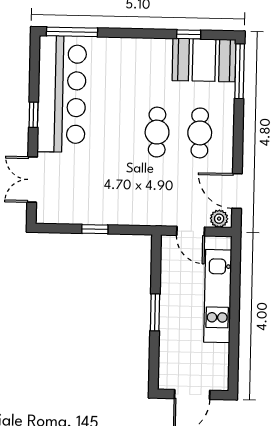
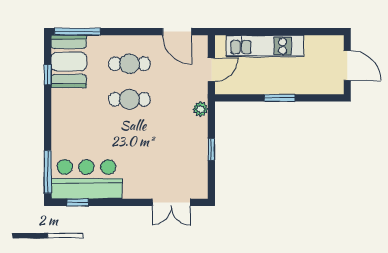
bar counter: (62, 94) -> (86, 179), width x0.73
window: (33, 115) -> (78, 202), moved
door: (237, 191) -> (177, 32), hinge flipped
plant: (219, 219) -> (200, 109), moved

